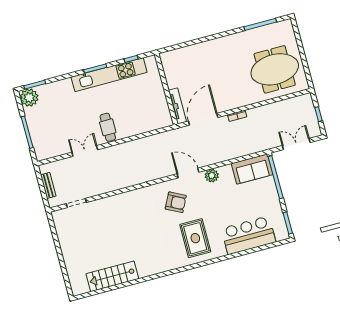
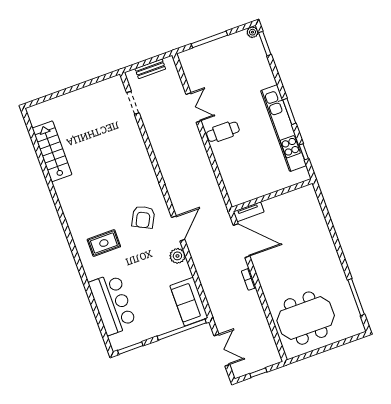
meeting table: (275, 69) -> (306, 318), turned 90
plant: (29, 98) -> (252, 32), width x0.53, depth x0.53
tv unit: (177, 106) -> (249, 212), width x0.71
rug: (195, 238) -> (104, 243), width x0.73, depth x0.70

